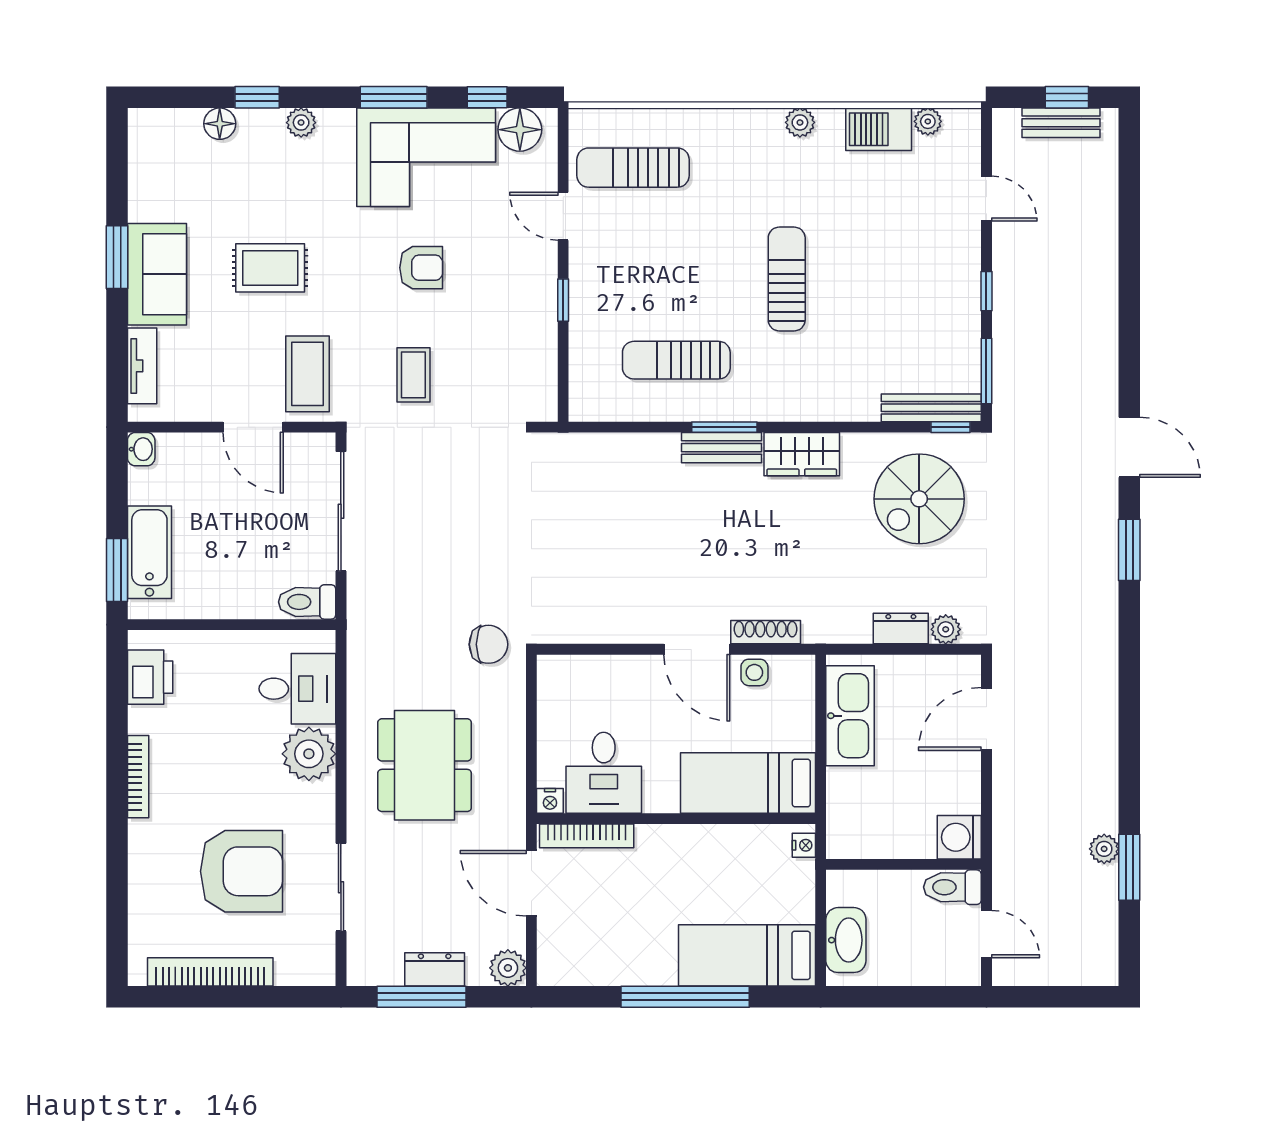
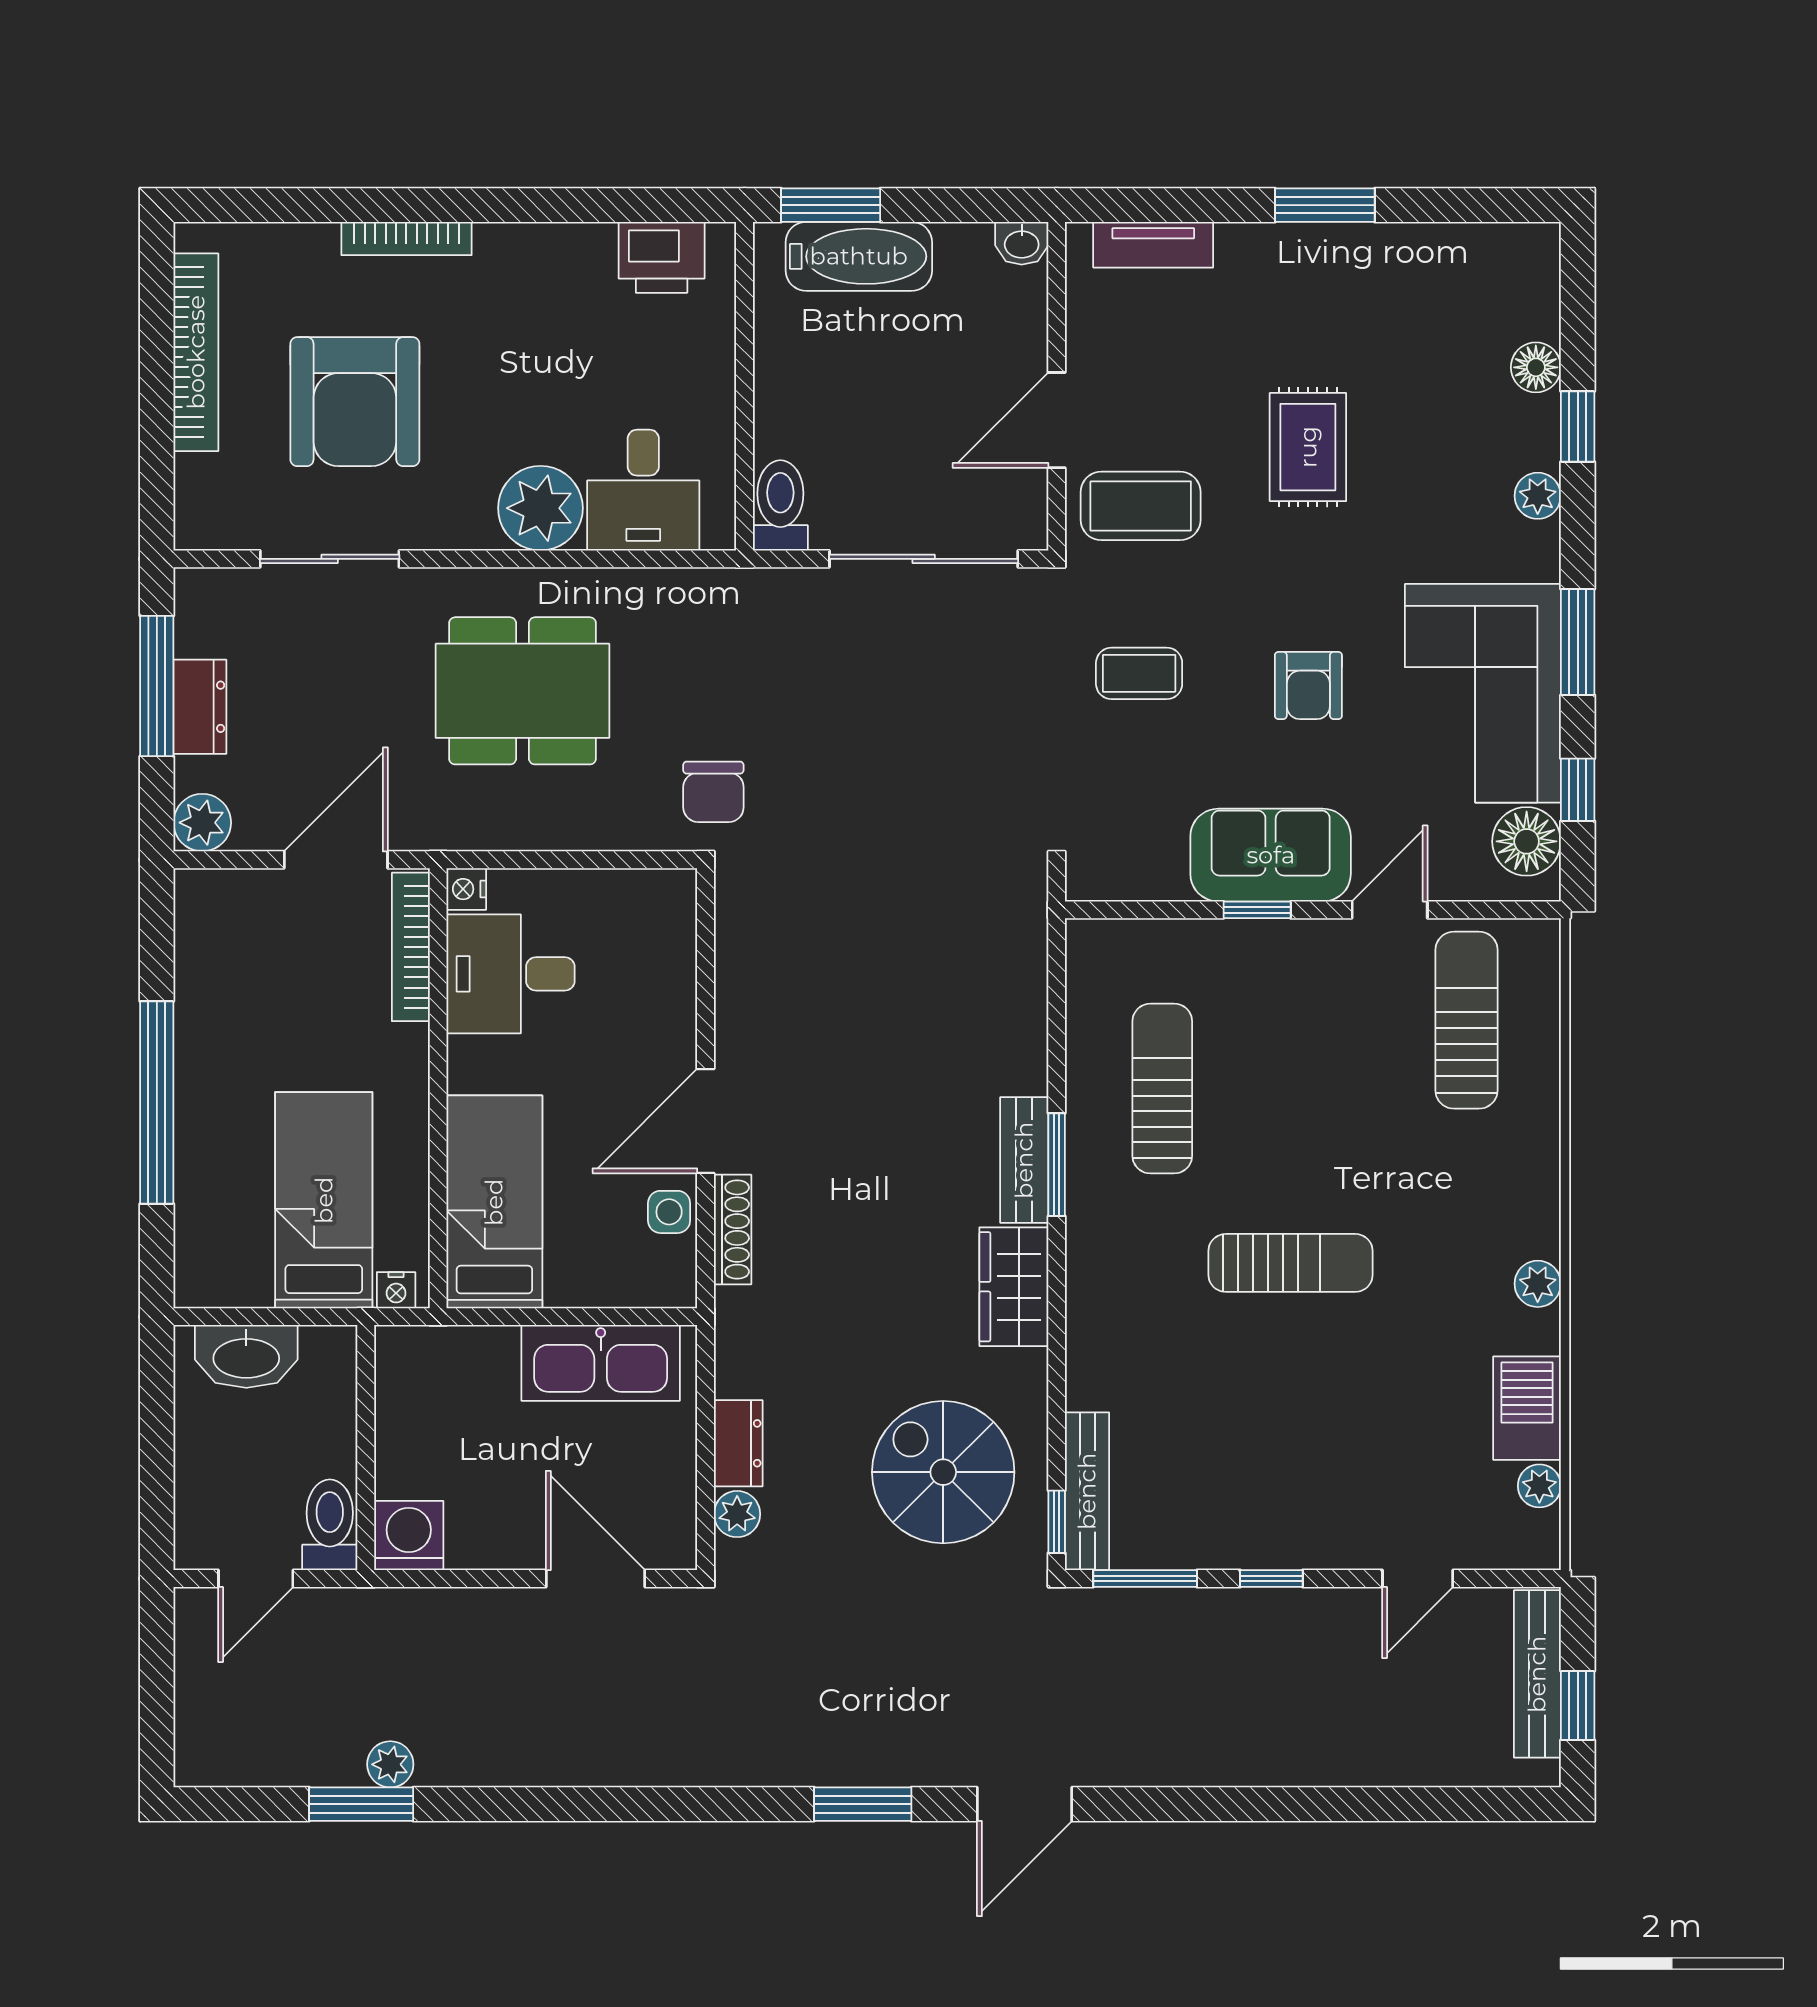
bench: (1061, 123) -> (1537, 1674), width x1.36
sofa: (157, 274) -> (1271, 855), moved, turned 180
bookcase: (138, 777) -> (406, 238), moved
bed: (747, 955) -> (324, 1200), moved

